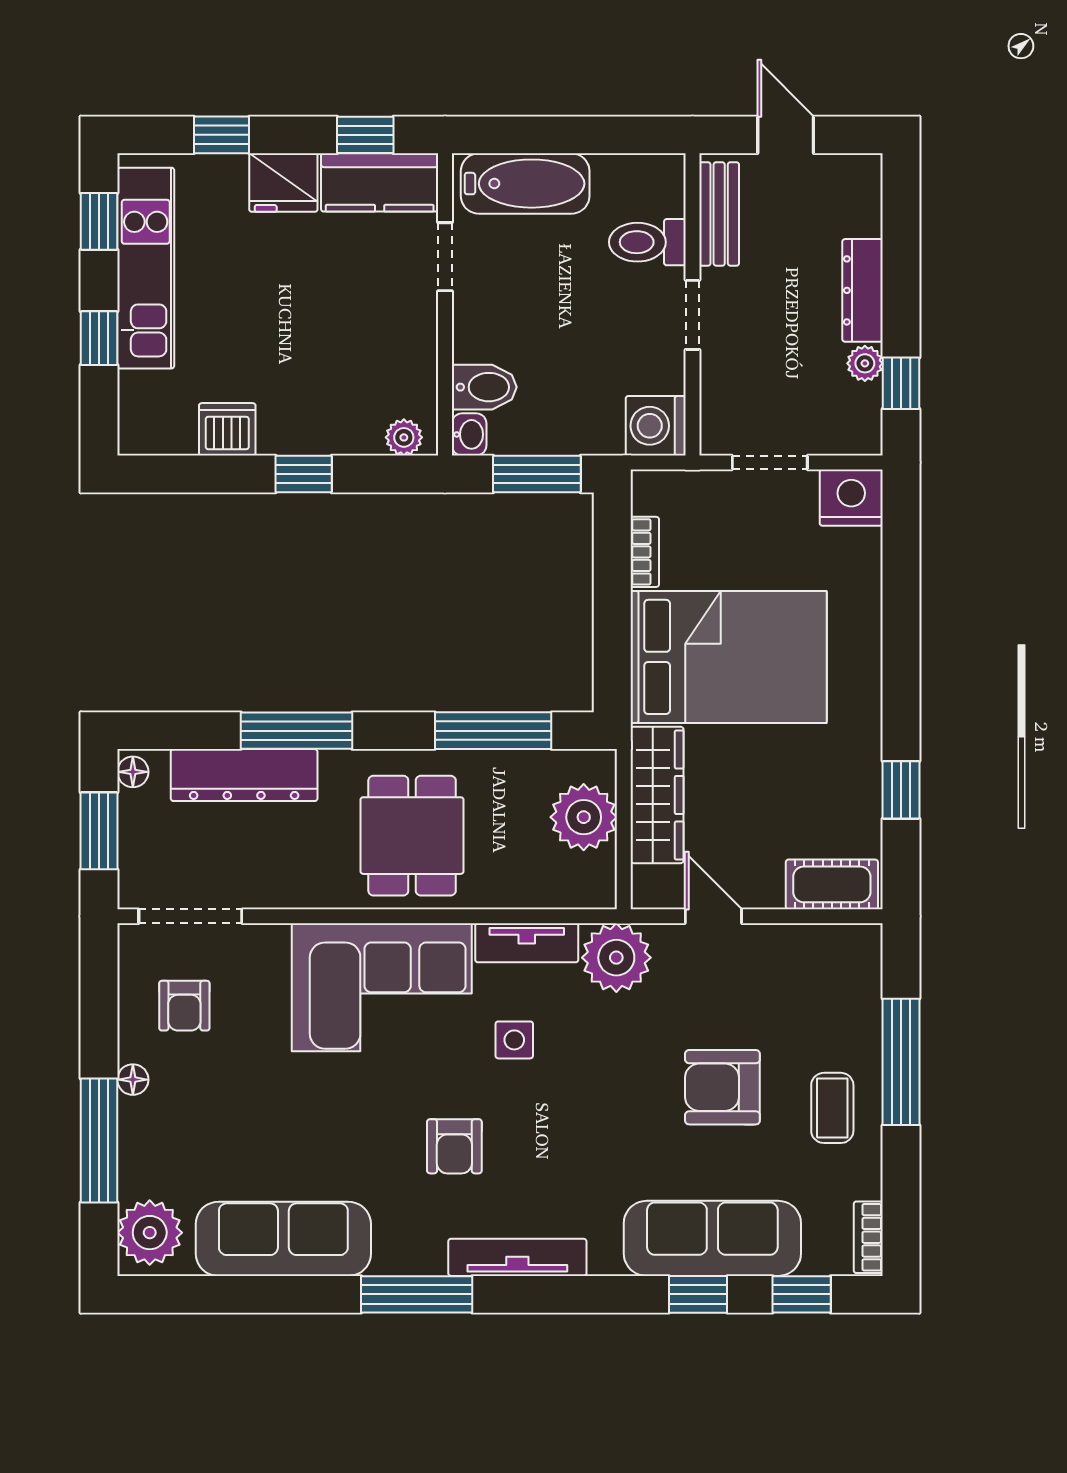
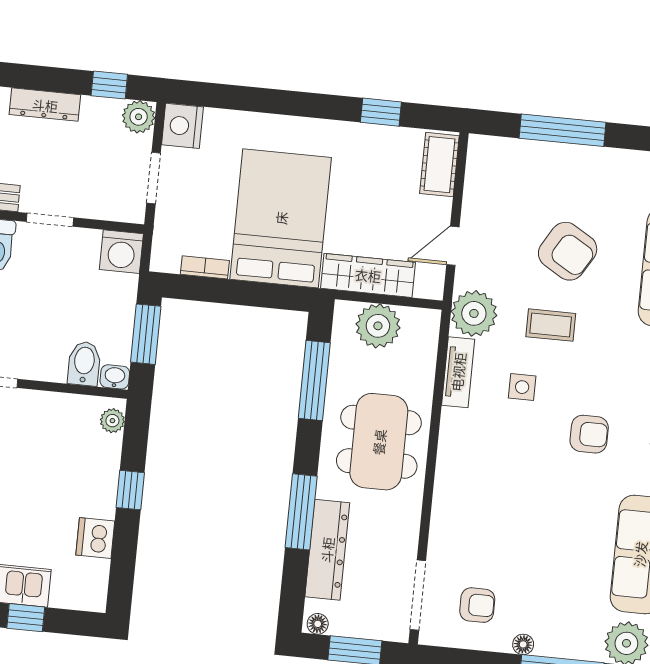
plant: (865, 363) -> (139, 117), moved, width x1.38, depth x1.38
dining table: (412, 836) -> (379, 442), width x1.38
corner sofa: (382, 987) -> (478, 472), removed
armchair: (722, 1087) -> (568, 251), turned -59
coffee table: (832, 1108) -> (551, 325), moved

